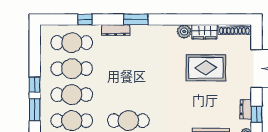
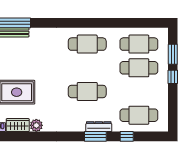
window: (136, 19) -> (95, 136), moved
cafe table: (72, 69) -> (87, 91), moved

